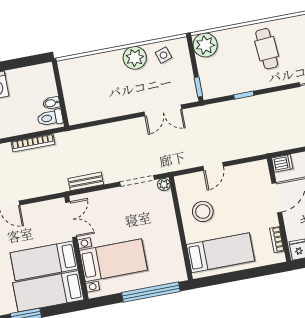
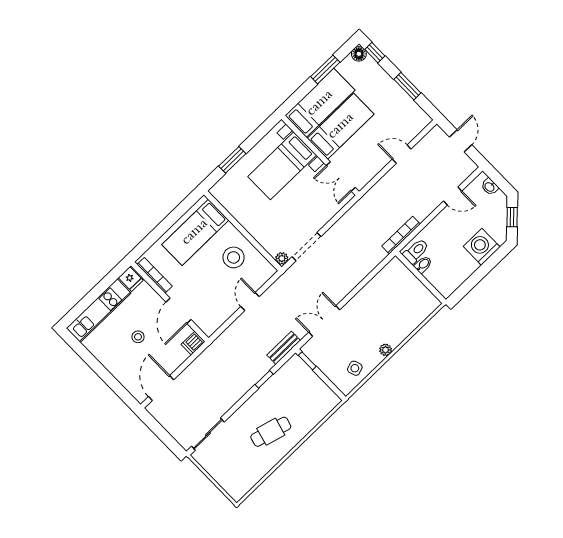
plant: (205, 45) -> (325, 400), removed
cafe table: (267, 49) -> (271, 432), turned -71
plant: (135, 58) -> (386, 350), width x0.53, depth x0.53
bookcase: (33, 143) -> (401, 235), moved
bench: (86, 181) -> (284, 348), moved
bookcase: (277, 240) -> (155, 275), width x1.56
window: (151, 292) -> (232, 160), width x0.47

